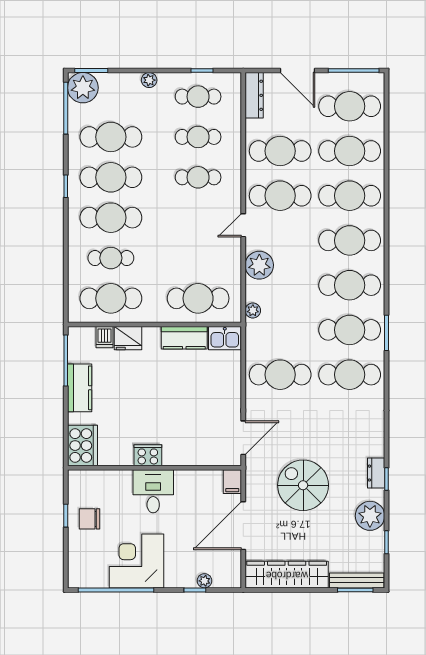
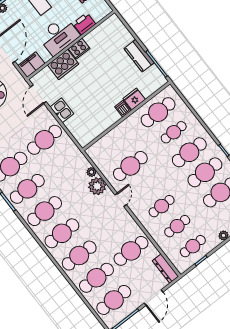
door: (297, 70) -> (154, 298), swing flipped
cafe table: (280, 196) -> (114, 229), removed
cafe table: (198, 298) -> (130, 166), moved
plant: (253, 311) -> (91, 172), moved
dishwasher: (104, 337) -> (123, 109), moved
kitchen counter: (184, 338) -> (106, 121), removed
kitchen sink: (225, 338) -> (62, 110), moved, turned 90
cooker: (83, 446) -> (63, 65), moved, turned -90
printer: (117, 481) -> (84, 24), added
filing cabinet: (232, 482) -> (31, 65), width x2.00
desk: (153, 491) -> (59, 36), width x1.37

